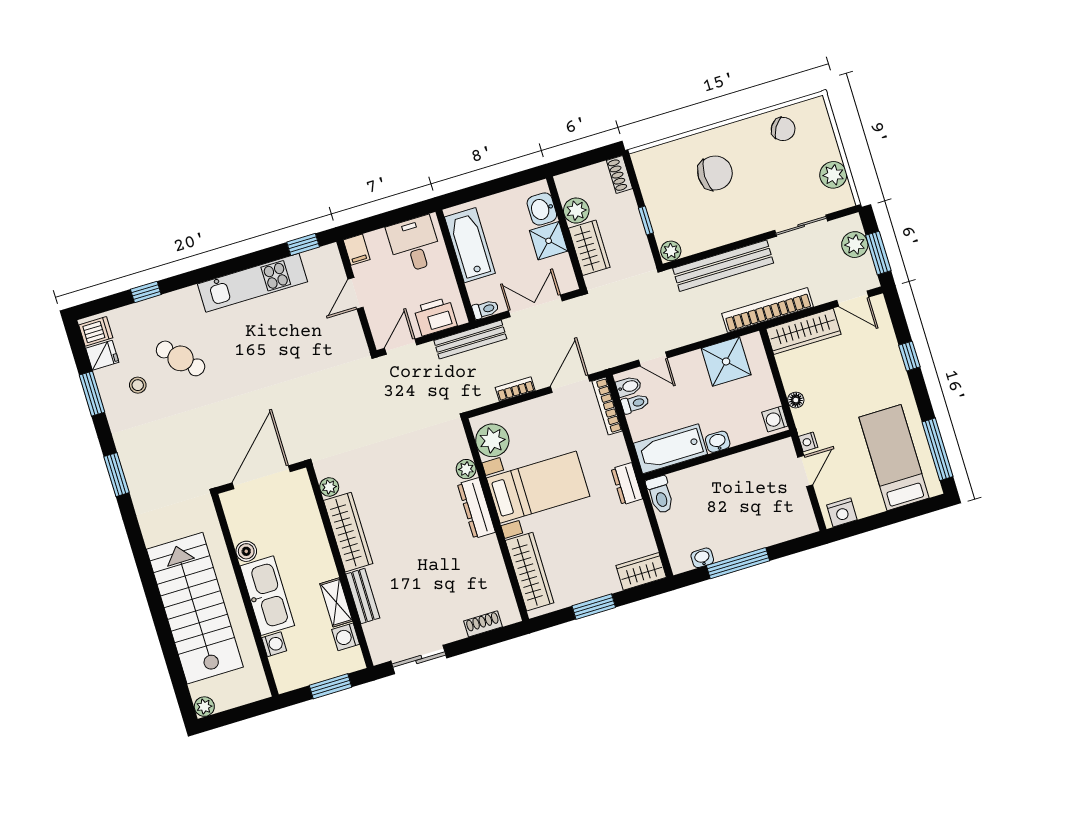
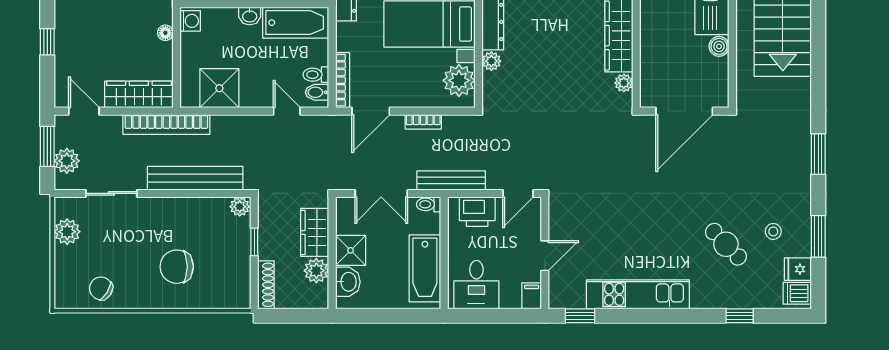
shoe rack: (620, 174) -> (266, 285), width x1.43

